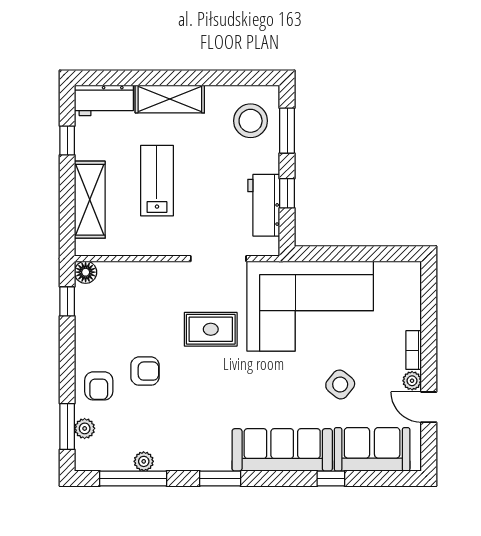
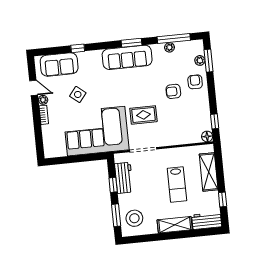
sofa: (282, 450) -> (127, 57), moved

